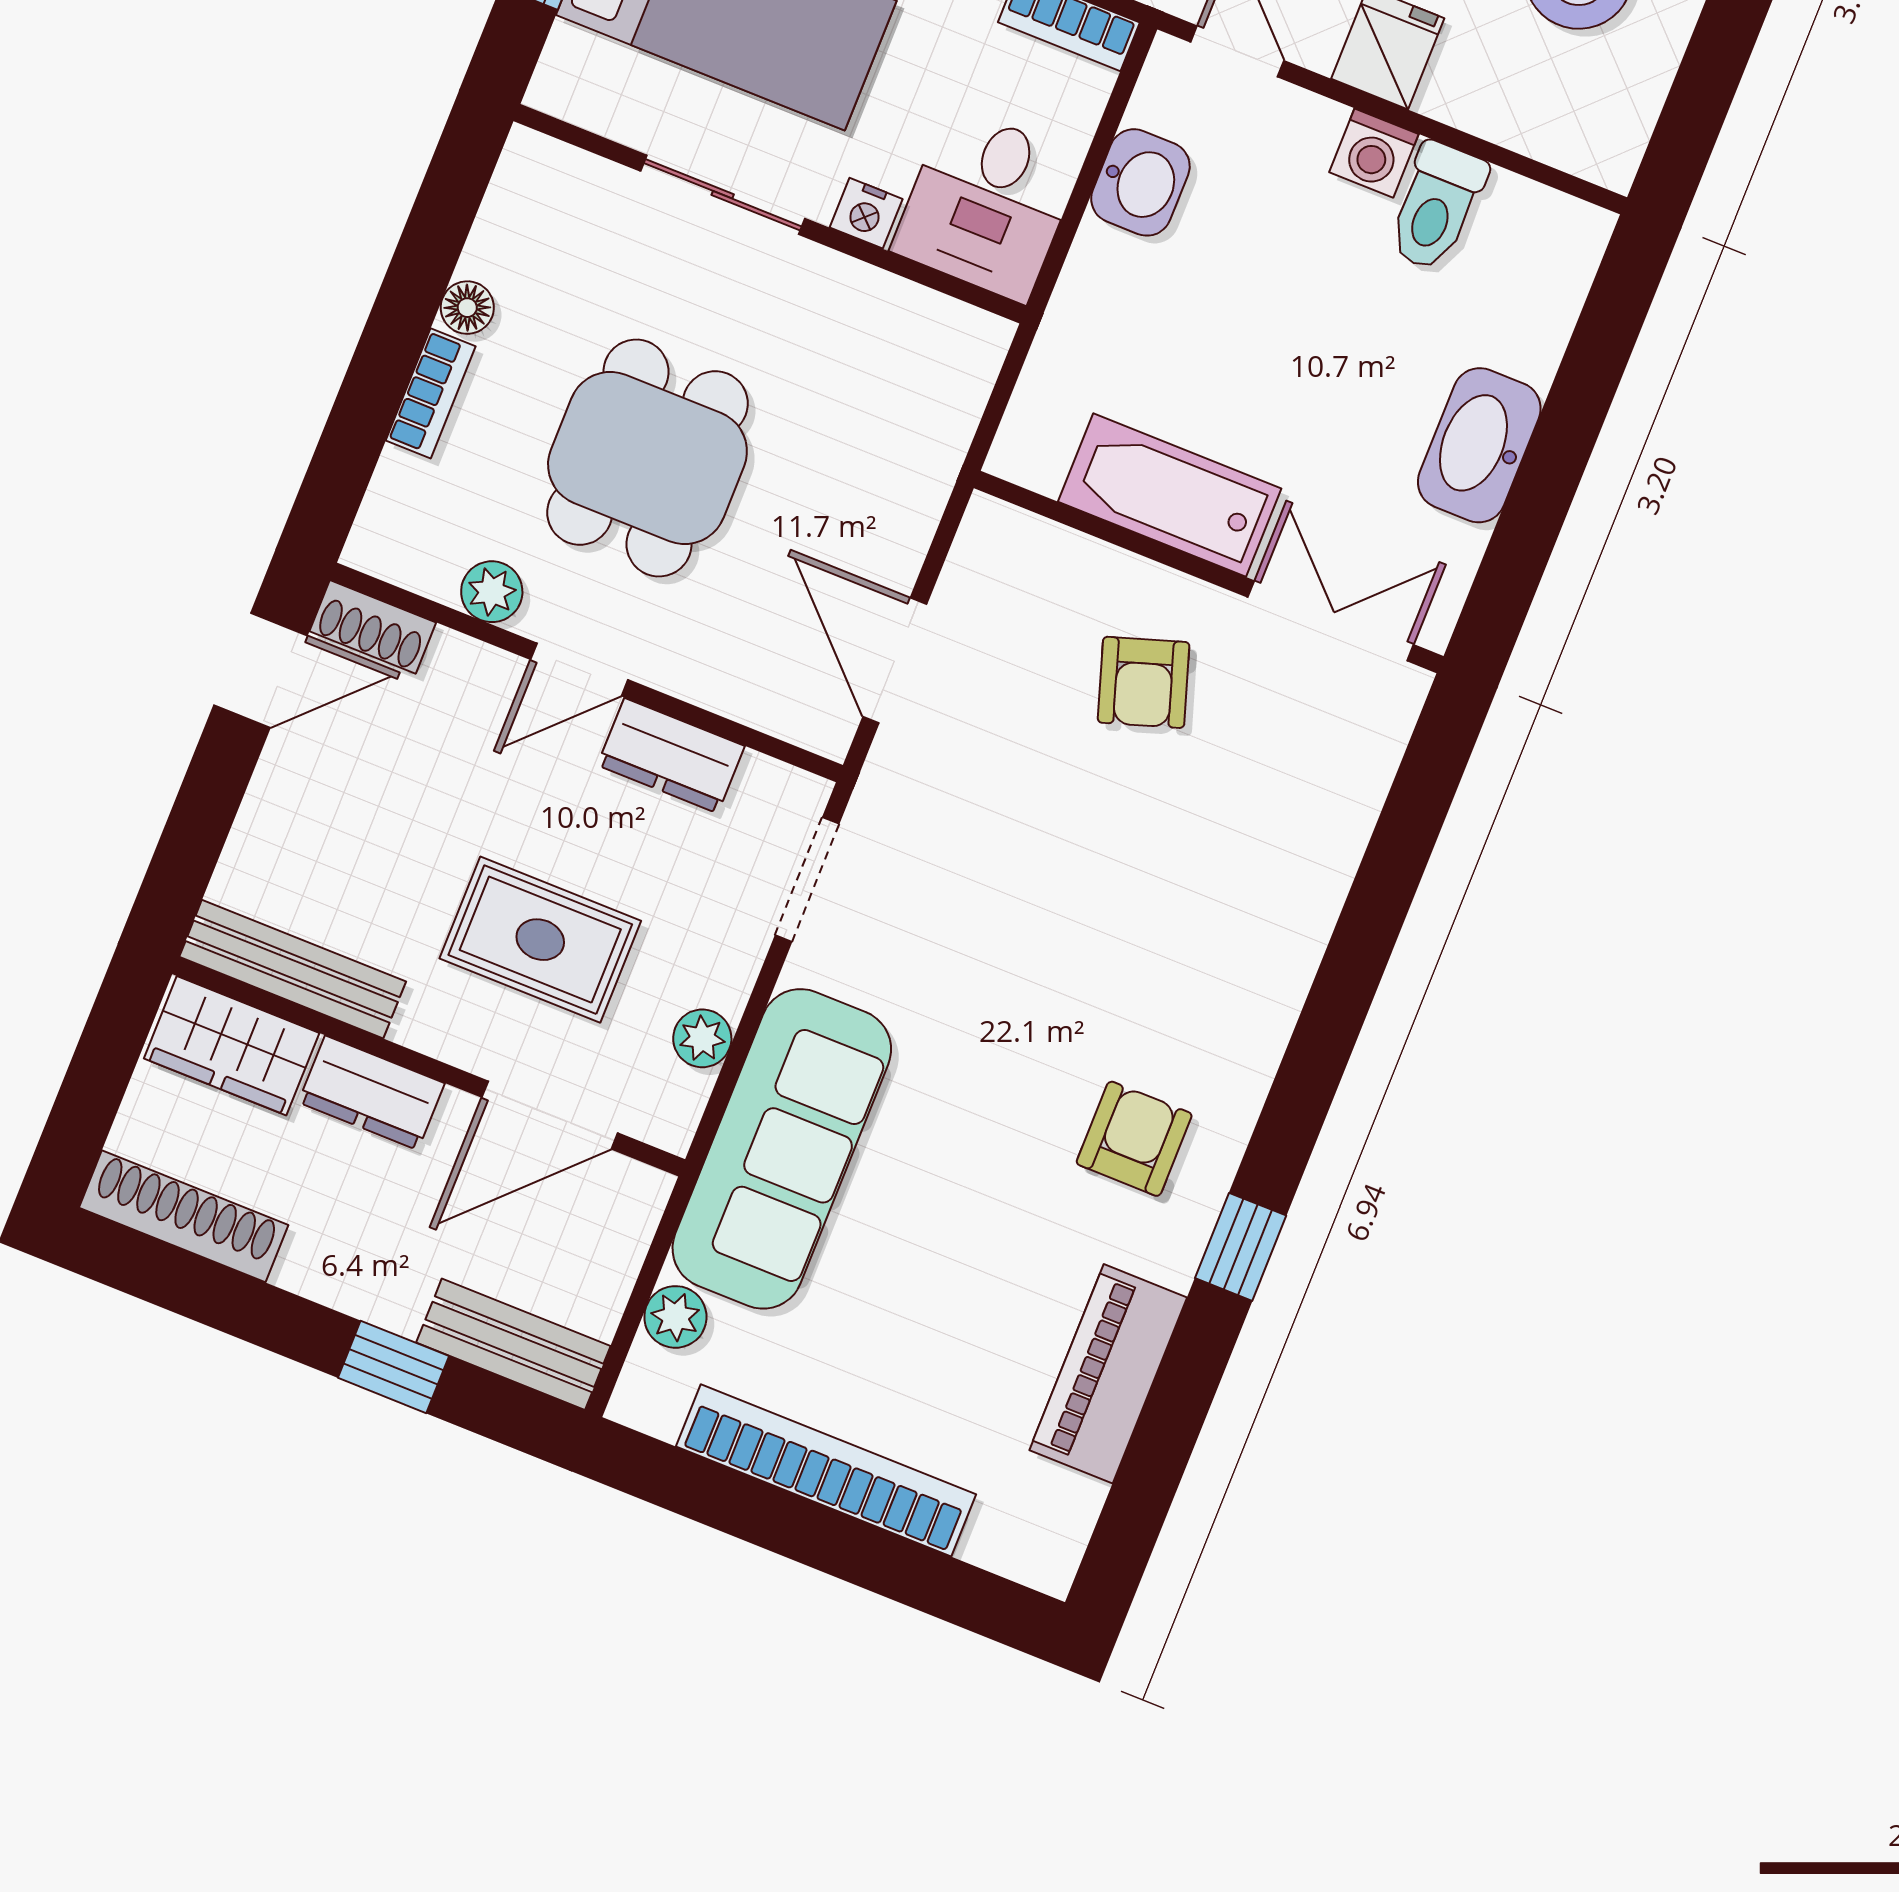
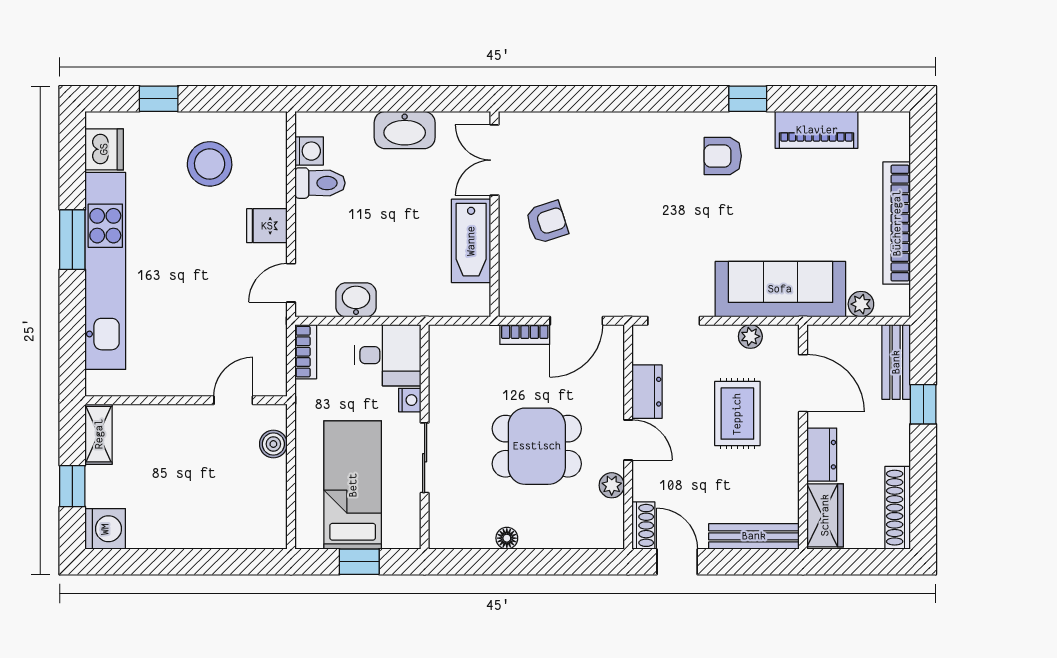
washing machine: (1374, 153) -> (309, 151), moved
bookcase: (431, 393) -> (525, 334), moved, turned 180
bench: (293, 969) -> (754, 536), moved, turned 90

